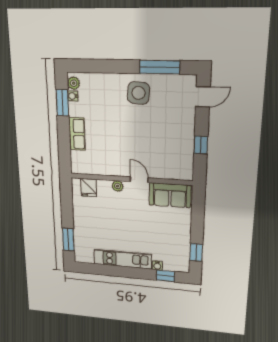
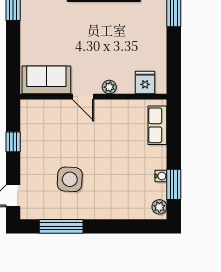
side table: (138, 93) -> (70, 179), moved
water cooler: (73, 96) -> (161, 176), moved
row of seats: (77, 134) -> (157, 125), moved

